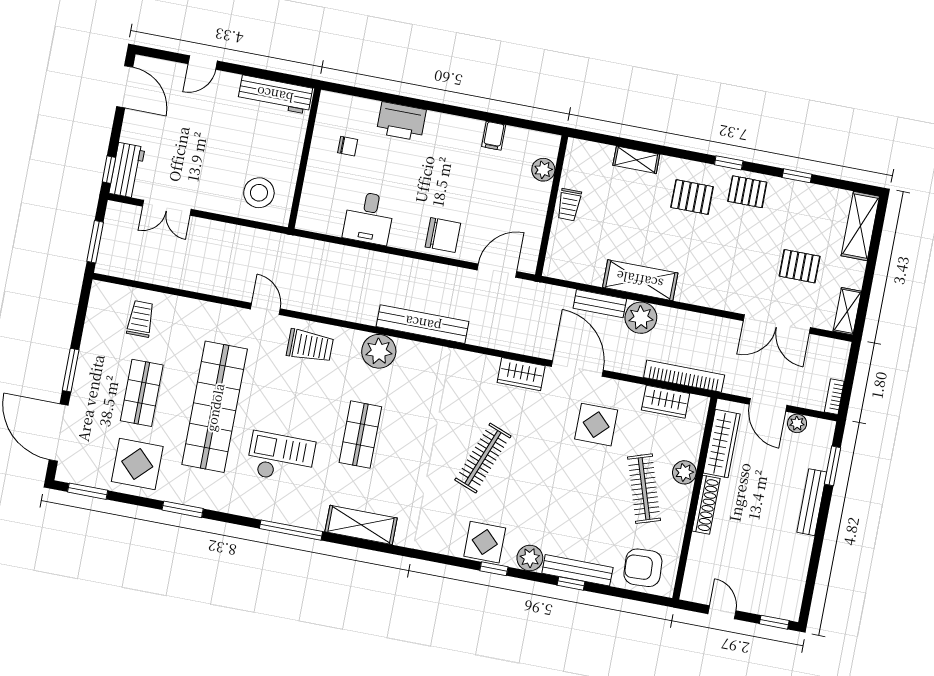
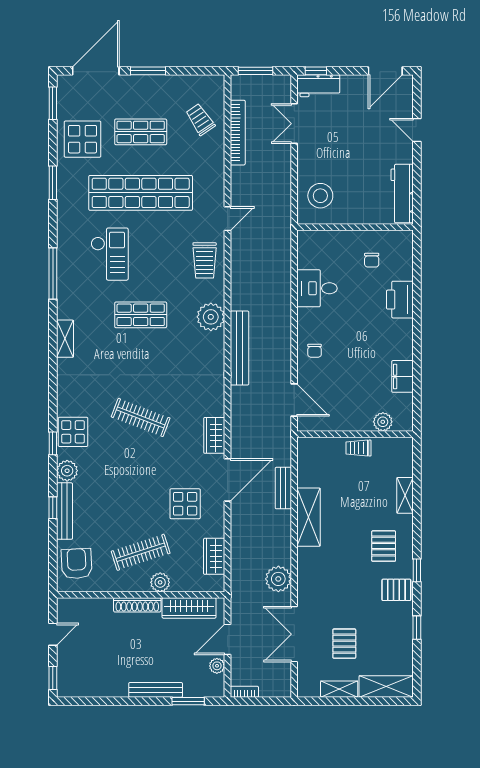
filing cabinet: (494, 136) -> (403, 376), width x2.00
pallet: (747, 192) -> (396, 590), turned 90
chair: (443, 235) -> (315, 351), width x0.54, depth x0.54
shelving: (847, 311) -> (339, 689), moved
plant: (641, 318) -> (278, 579), moved
trolley: (140, 319) -> (200, 119), turned -124
bookcase: (684, 376) -> (238, 133), moved
shelving: (361, 525) -> (65, 339), width x0.67, depth x0.75

